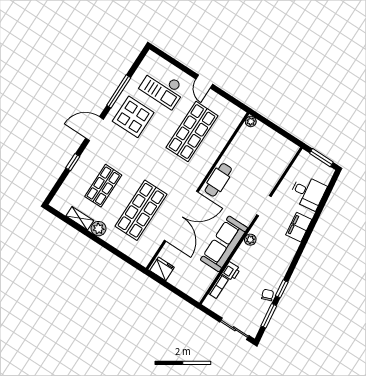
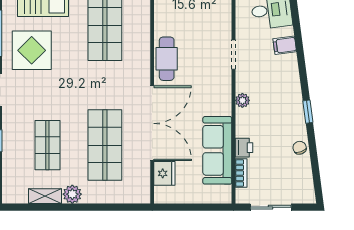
filing cabinet: (299, 227) -> (285, 45), width x0.50
sofa: (224, 244) -> (217, 150), moved
fridge: (162, 269) -> (164, 173), moved, turned 90
window: (282, 289) -> (308, 112), moved
window: (269, 316) -> (315, 169), removed
sliding door: (234, 329) -> (271, 207), moved

